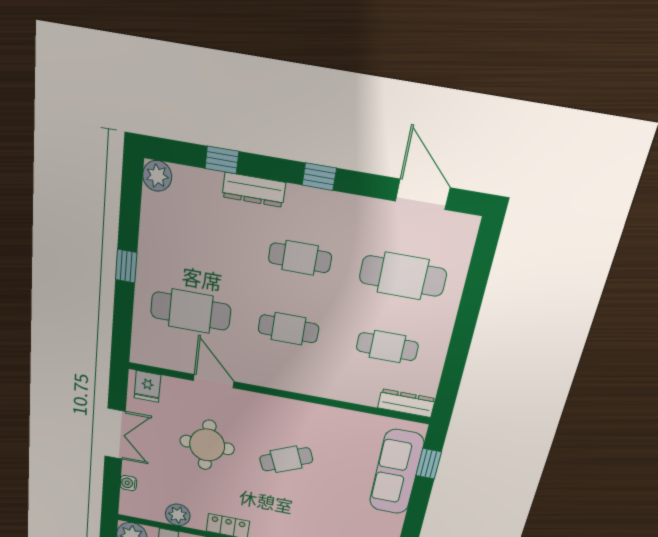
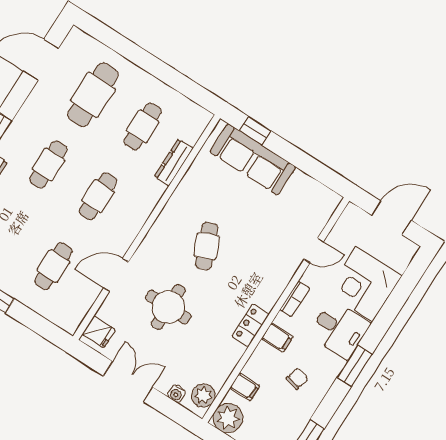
cafe table: (191, 311) -> (53, 266), width x0.73, depth x0.74
dresser: (406, 403) -> (174, 162), moved
plant: (178, 515) -> (203, 396), moved

